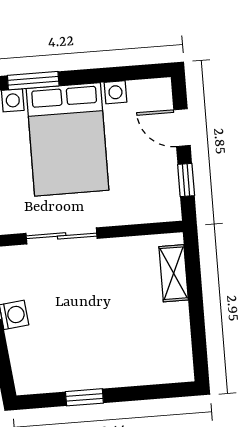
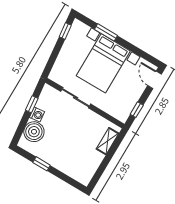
door: (182, 128) -> (154, 80), moved
boiler: (30, 349) -> (34, 132), added

